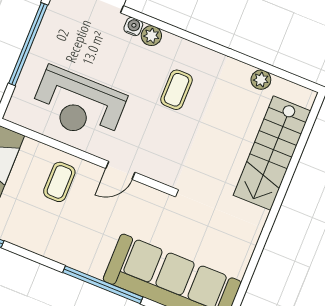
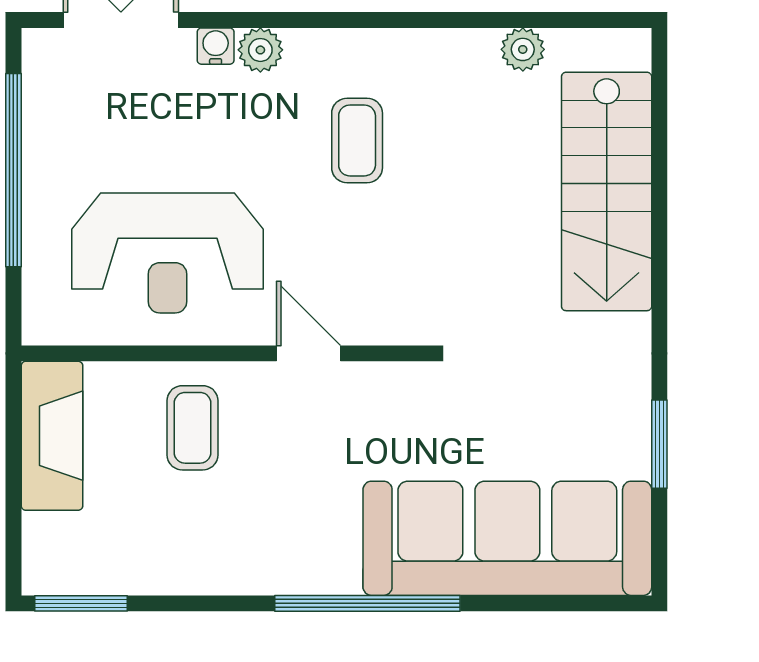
door: (120, 170) -> (309, 353), swing flipped
window: (251, 267) -> (659, 444), added

